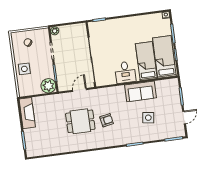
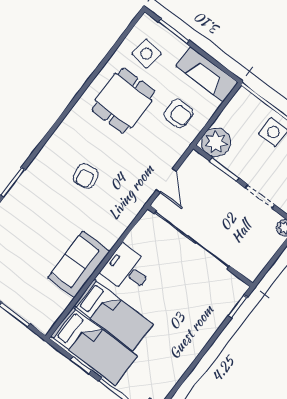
armchair: (51, 109) -> (179, 114), added
side table: (148, 118) -> (147, 54), moved
dining table: (80, 121) -> (123, 101), moved

